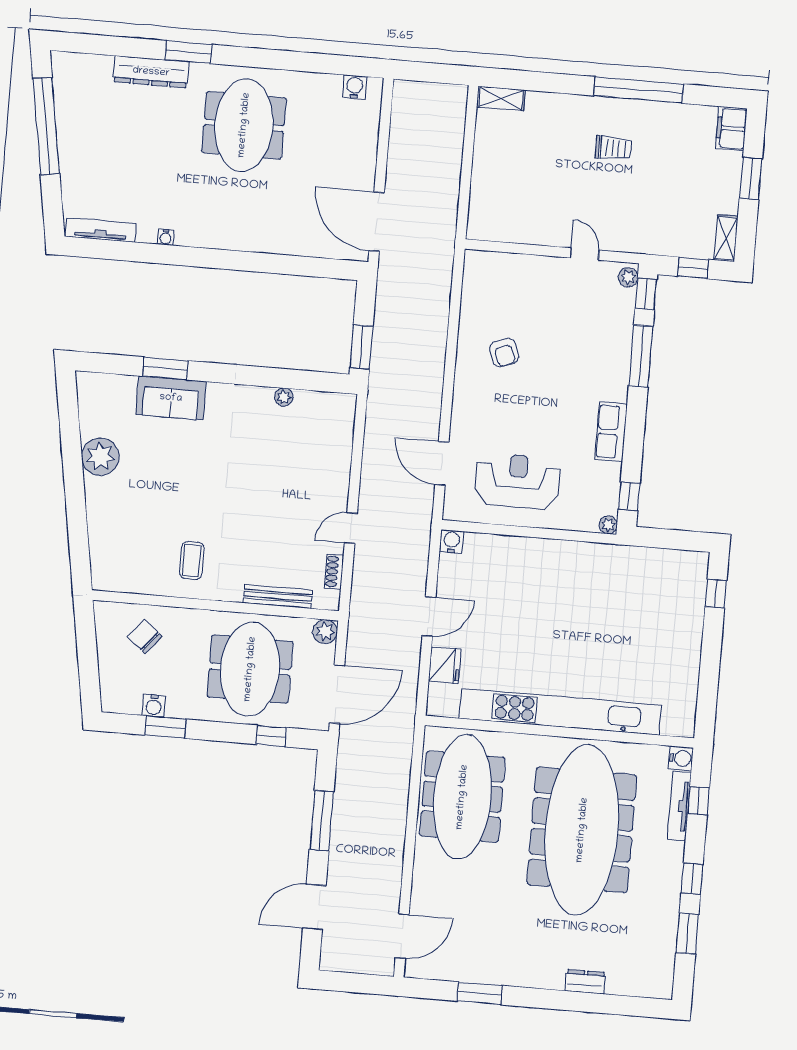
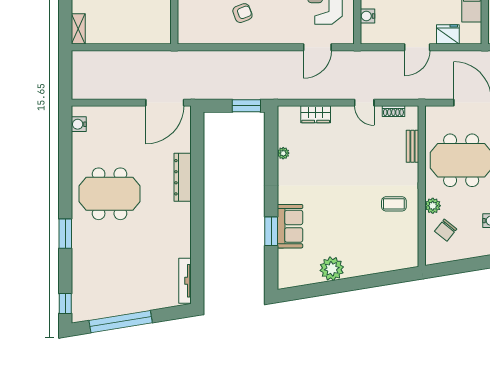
window: (81, 43) -> (65, 304), added
dresser: (151, 72) -> (183, 177), moved, turned 180
water cooler: (165, 237) -> (186, 238), removed
wardrobe: (339, 452) -> (316, 114), added
water cooler: (452, 541) -> (367, 16), moved
bench: (278, 596) -> (412, 146), width x0.73
door: (429, 616) -> (417, 47), swing flipped
plant: (325, 632) -> (433, 206), moved

